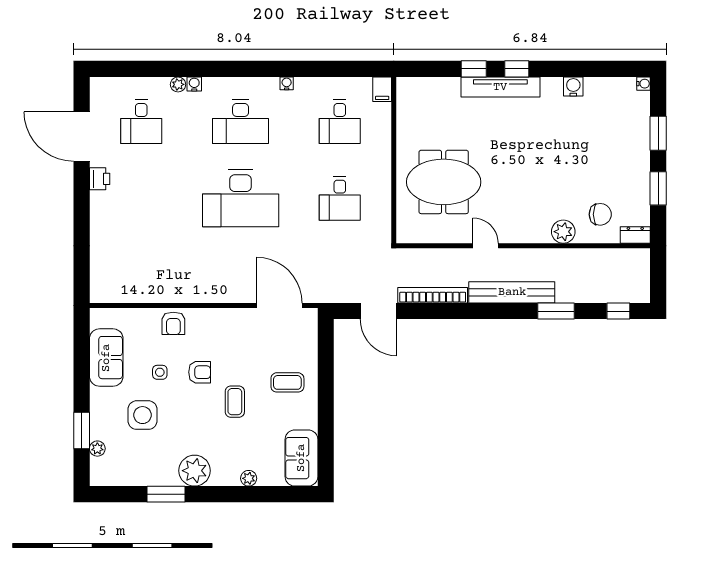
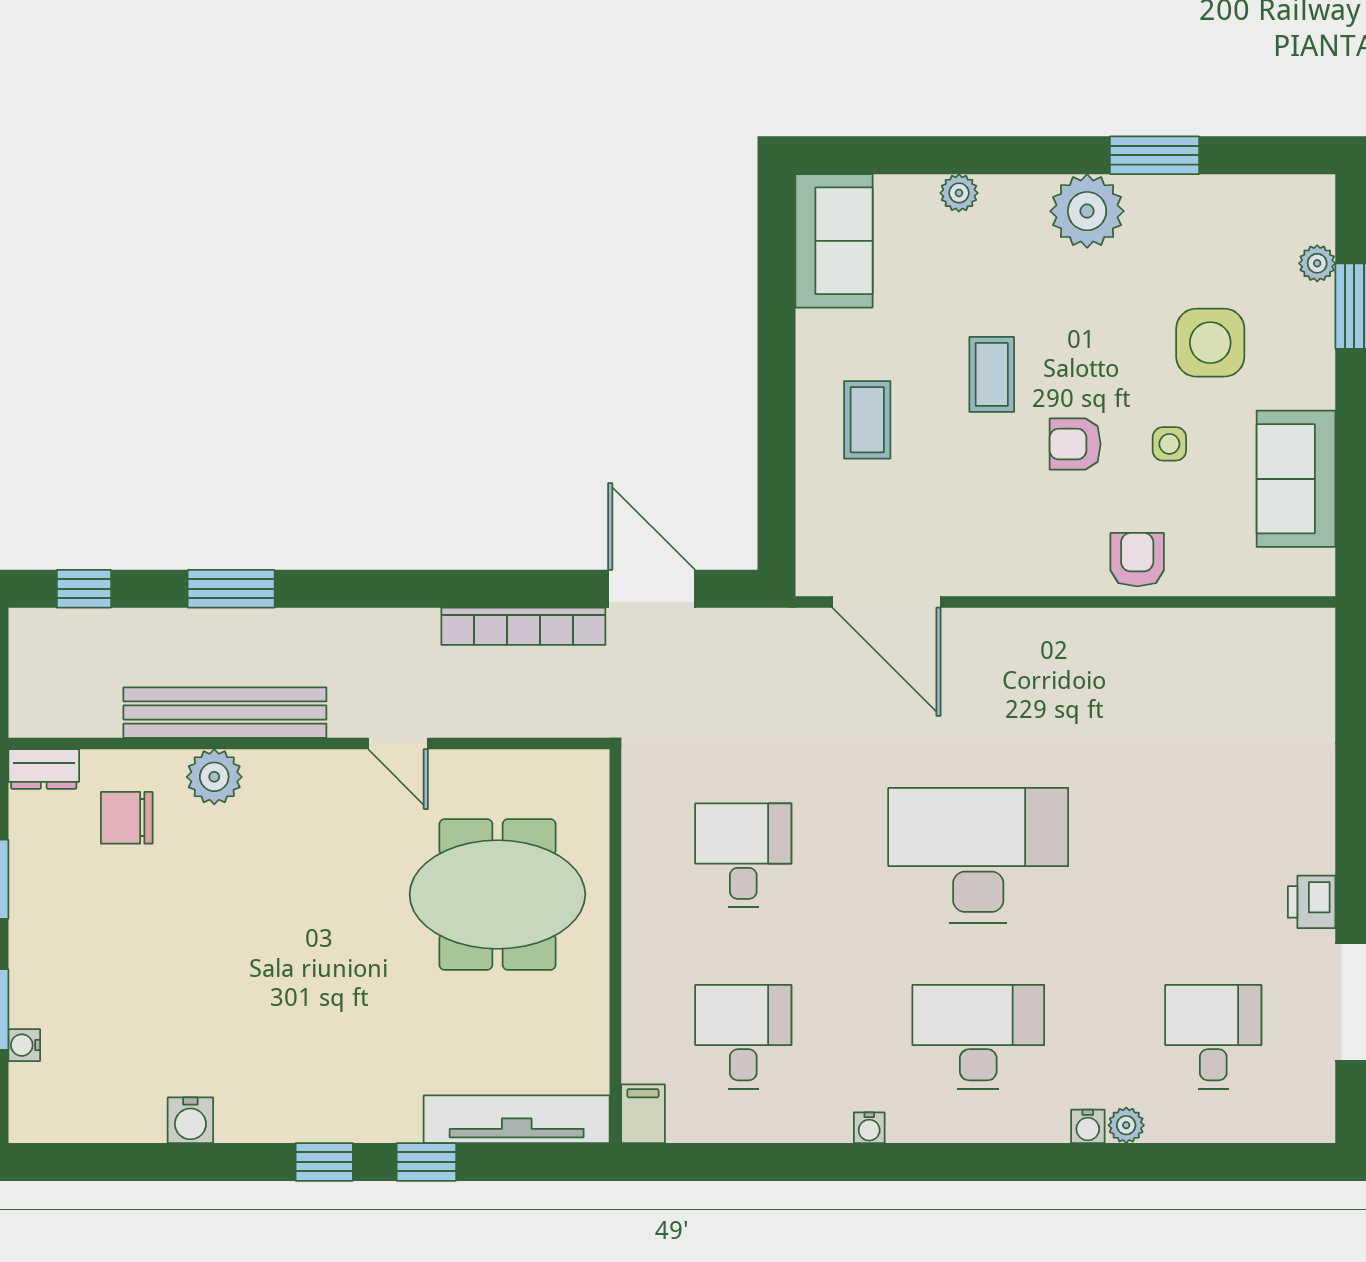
water cooler: (644, 84) -> (24, 1045), moved
tv unit: (500, 87) -> (517, 1119), moved
bench: (512, 292) -> (225, 713), moved
coffee table: (287, 382) -> (867, 420), turned 90

